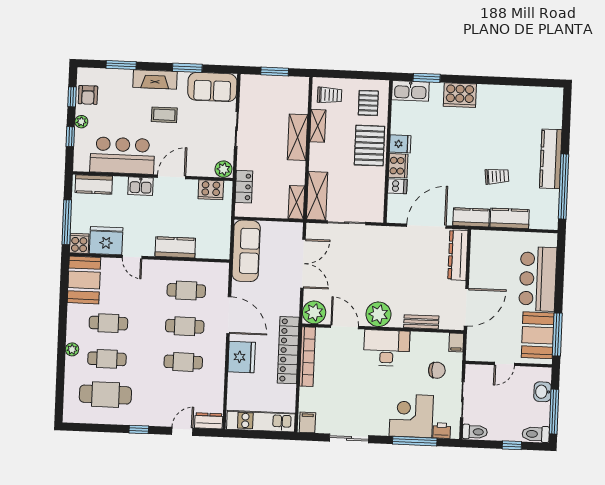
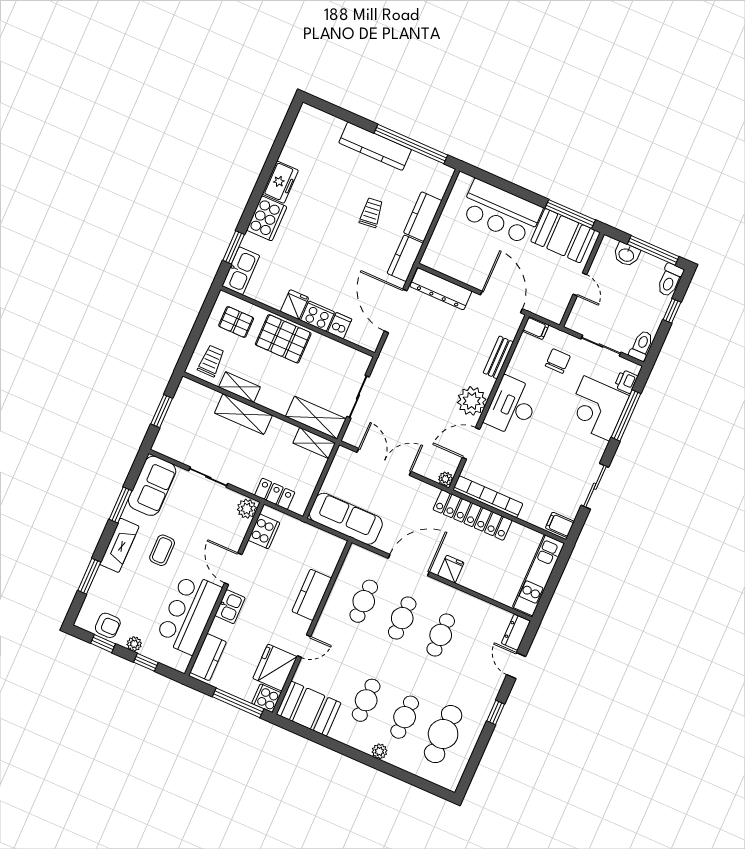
freezer: (493, 95) -> (280, 182), added
plant: (314, 312) -> (445, 479), width x0.53, depth x0.53
fridge: (242, 357) -> (451, 569), width x0.53, depth x0.75

